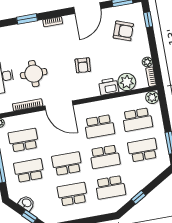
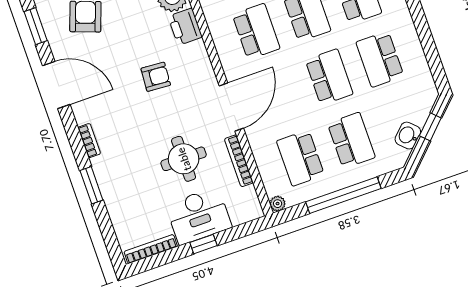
school desk: (67, 164) -> (329, 77), turned 180
school desk: (29, 171) -> (351, 140), turned 180

